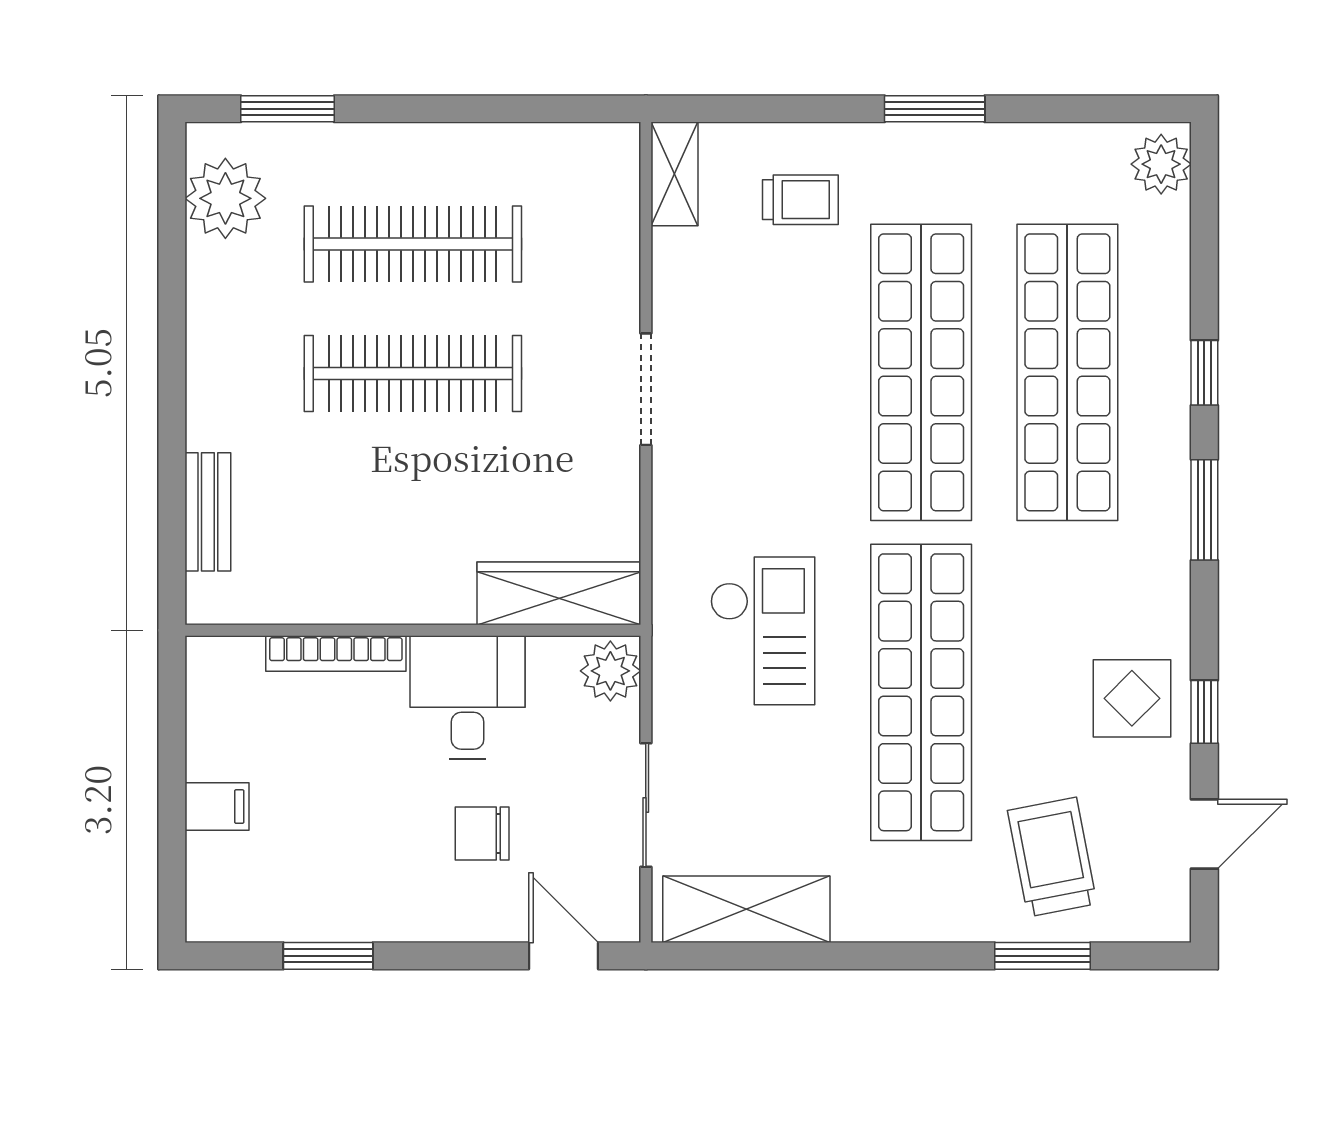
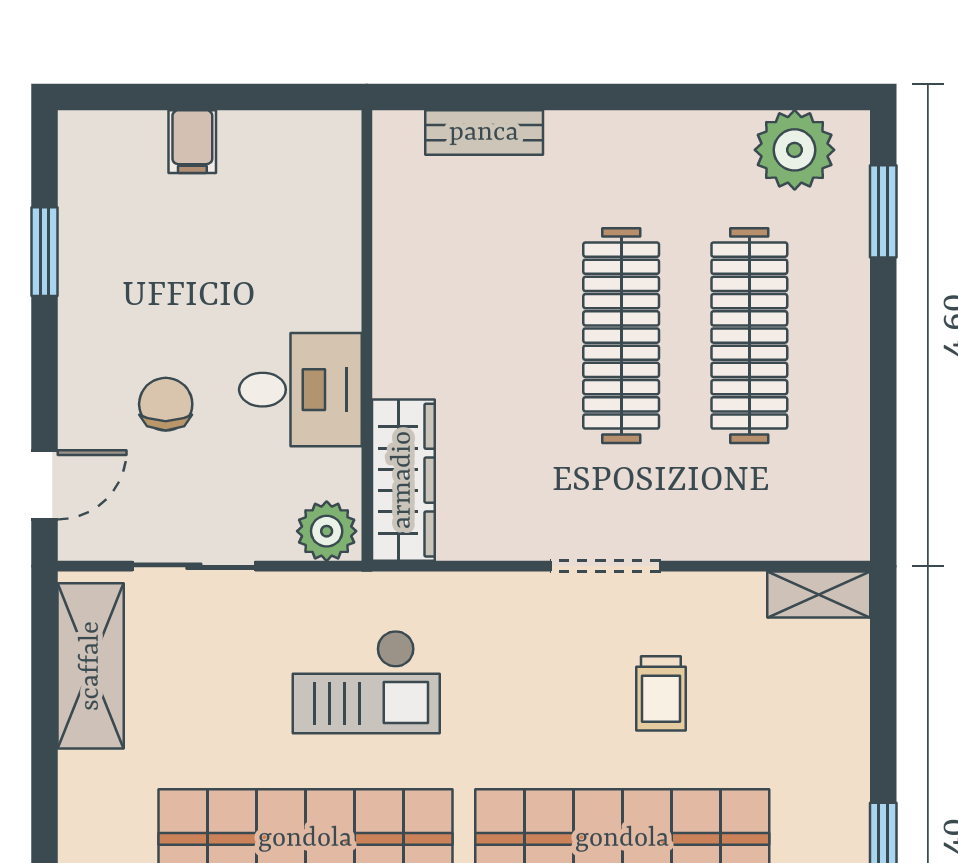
trolley: (800, 200) -> (661, 693), moved
bookcase: (336, 653) -> (344, 259), removed

